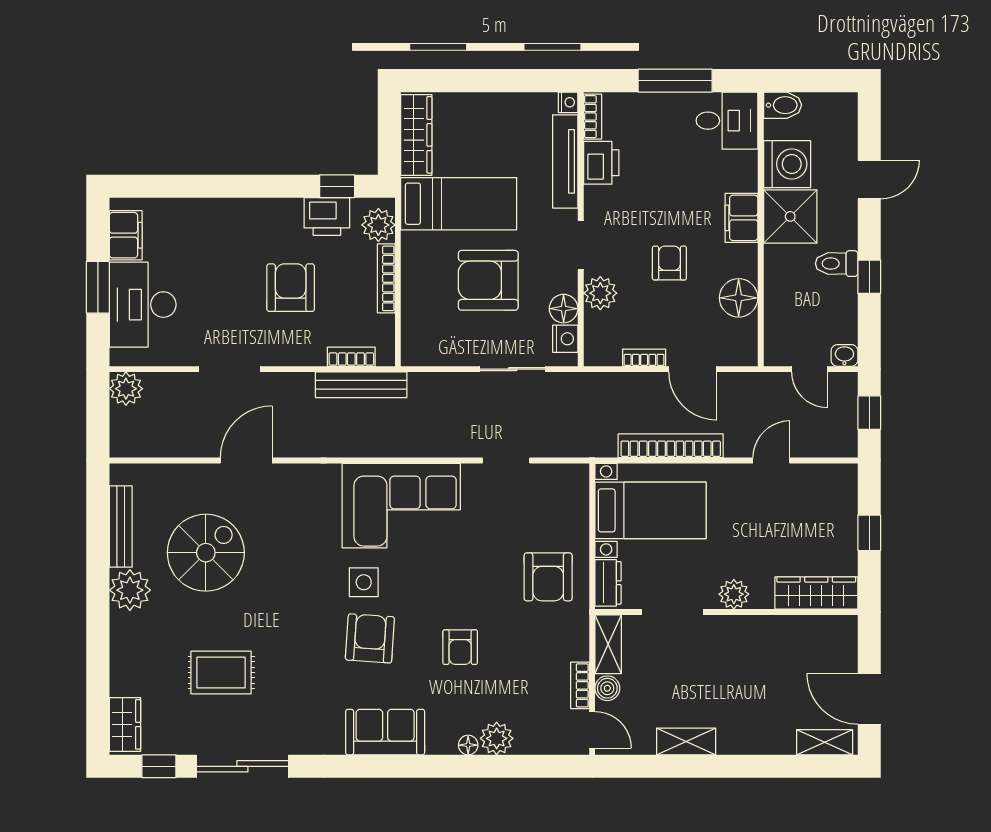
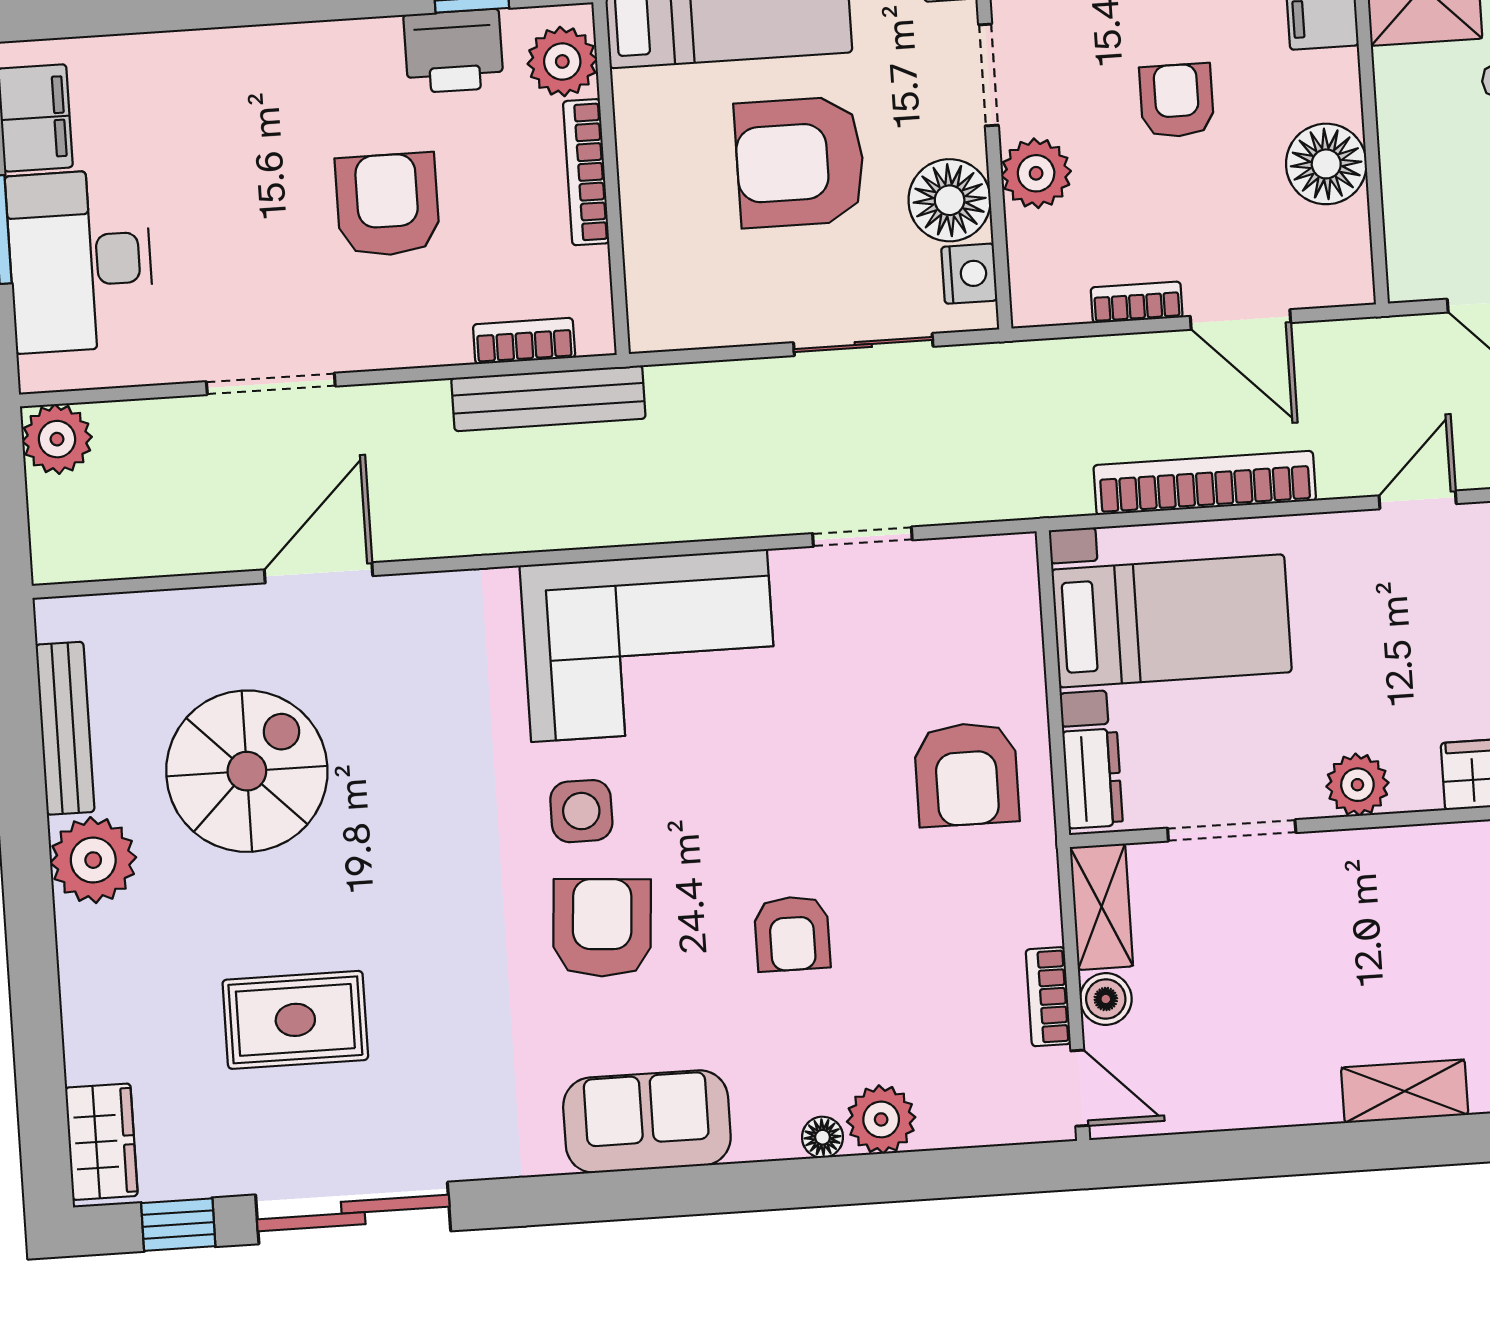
floor lamp: (564, 309) -> (950, 200), width x1.38, depth x1.38
shelving: (686, 742) -> (1405, 1091), moved

